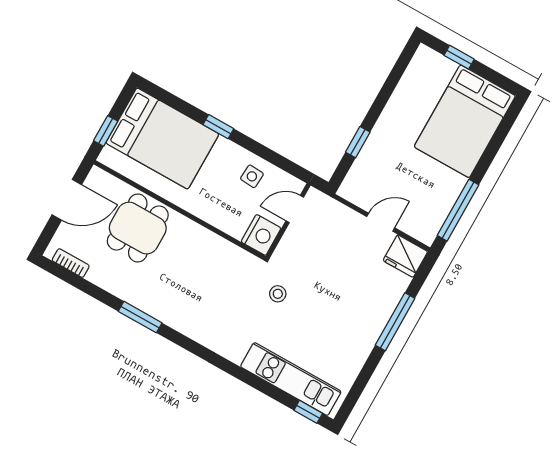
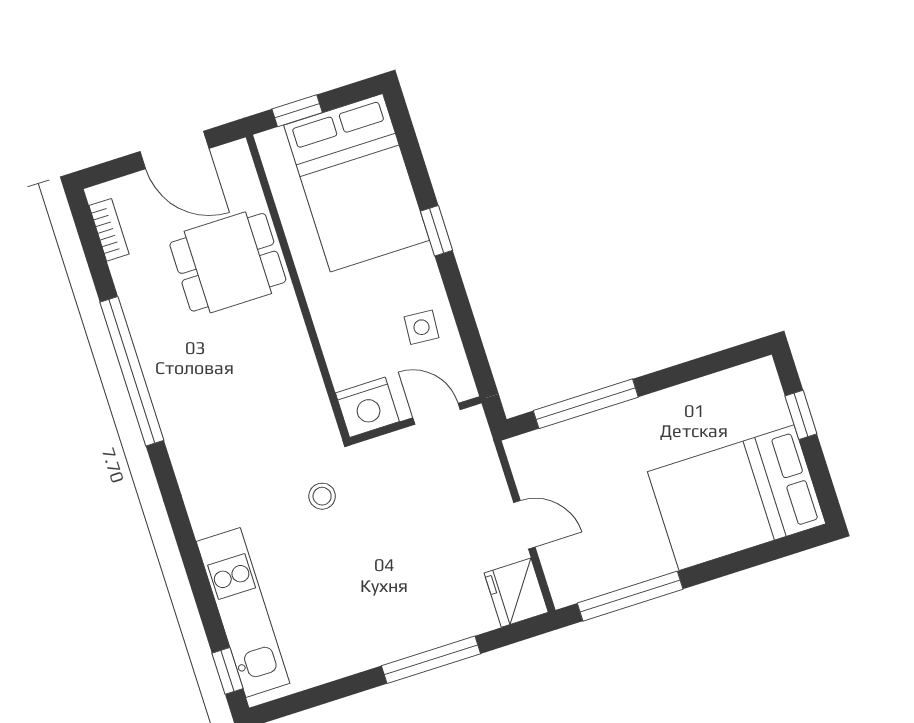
window: (358, 142) -> (586, 404), width x2.17
window: (140, 317) -> (132, 371), width x2.11

